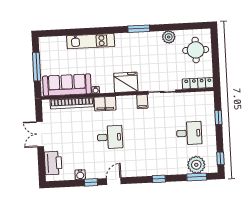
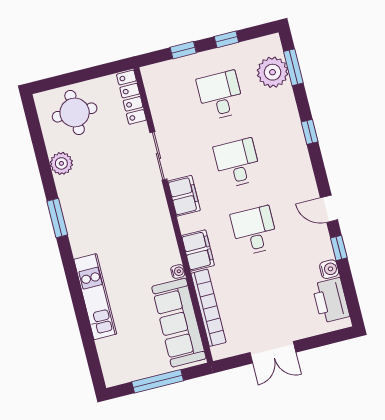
fridge: (126, 82) -> (154, 222), removed
filing cabinet: (142, 102) -> (184, 196), width x2.00
desk: (150, 135) -> (237, 163), added
window: (220, 158) -> (226, 39), moved
printer: (53, 163) -> (331, 300), moved, turned -90

